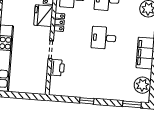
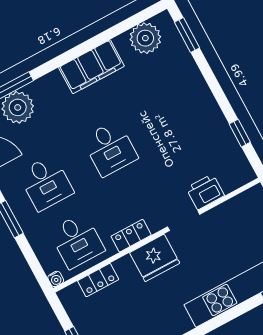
fridge: (43, 16) -> (155, 258), moved
window: (87, 101) -> (240, 133), moved

